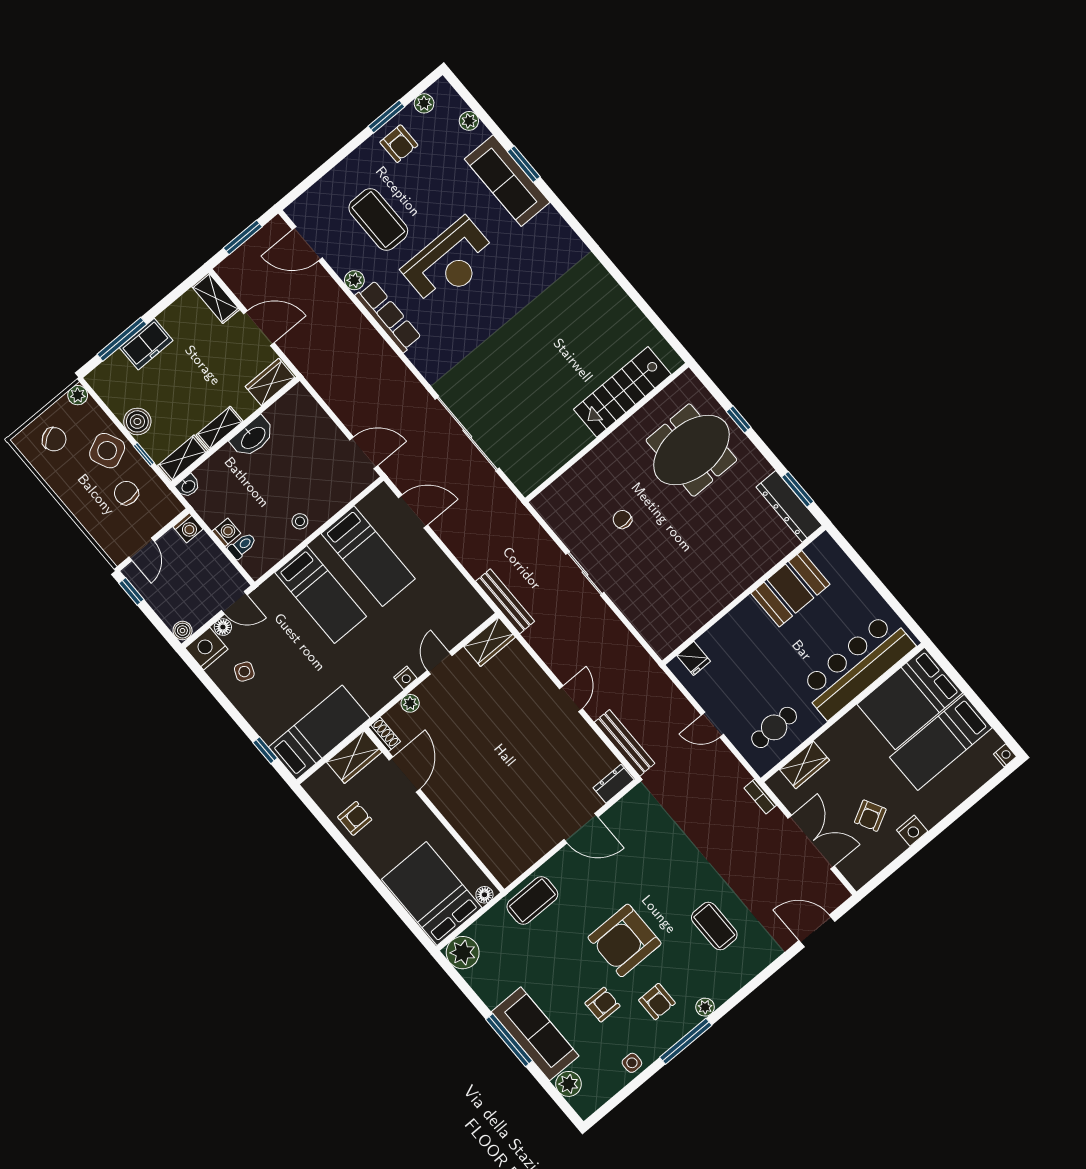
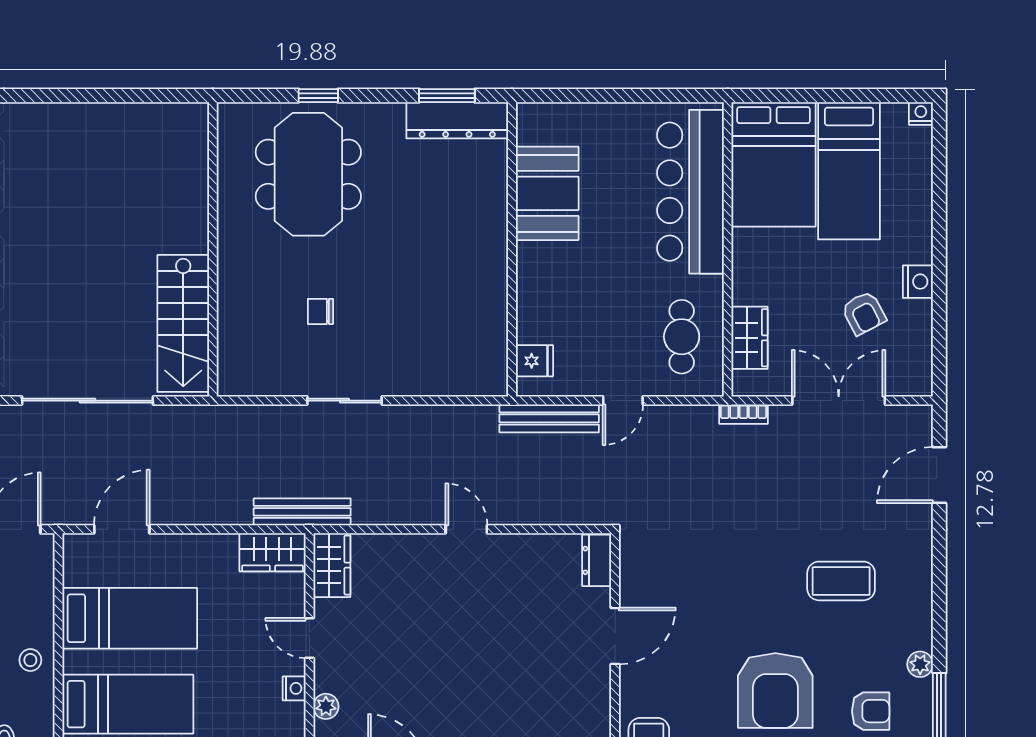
stairs: (622, 392) -> (183, 323), moved
wardrobe: (469, 604) -> (273, 552), added
bench: (625, 743) -> (549, 418), moved

